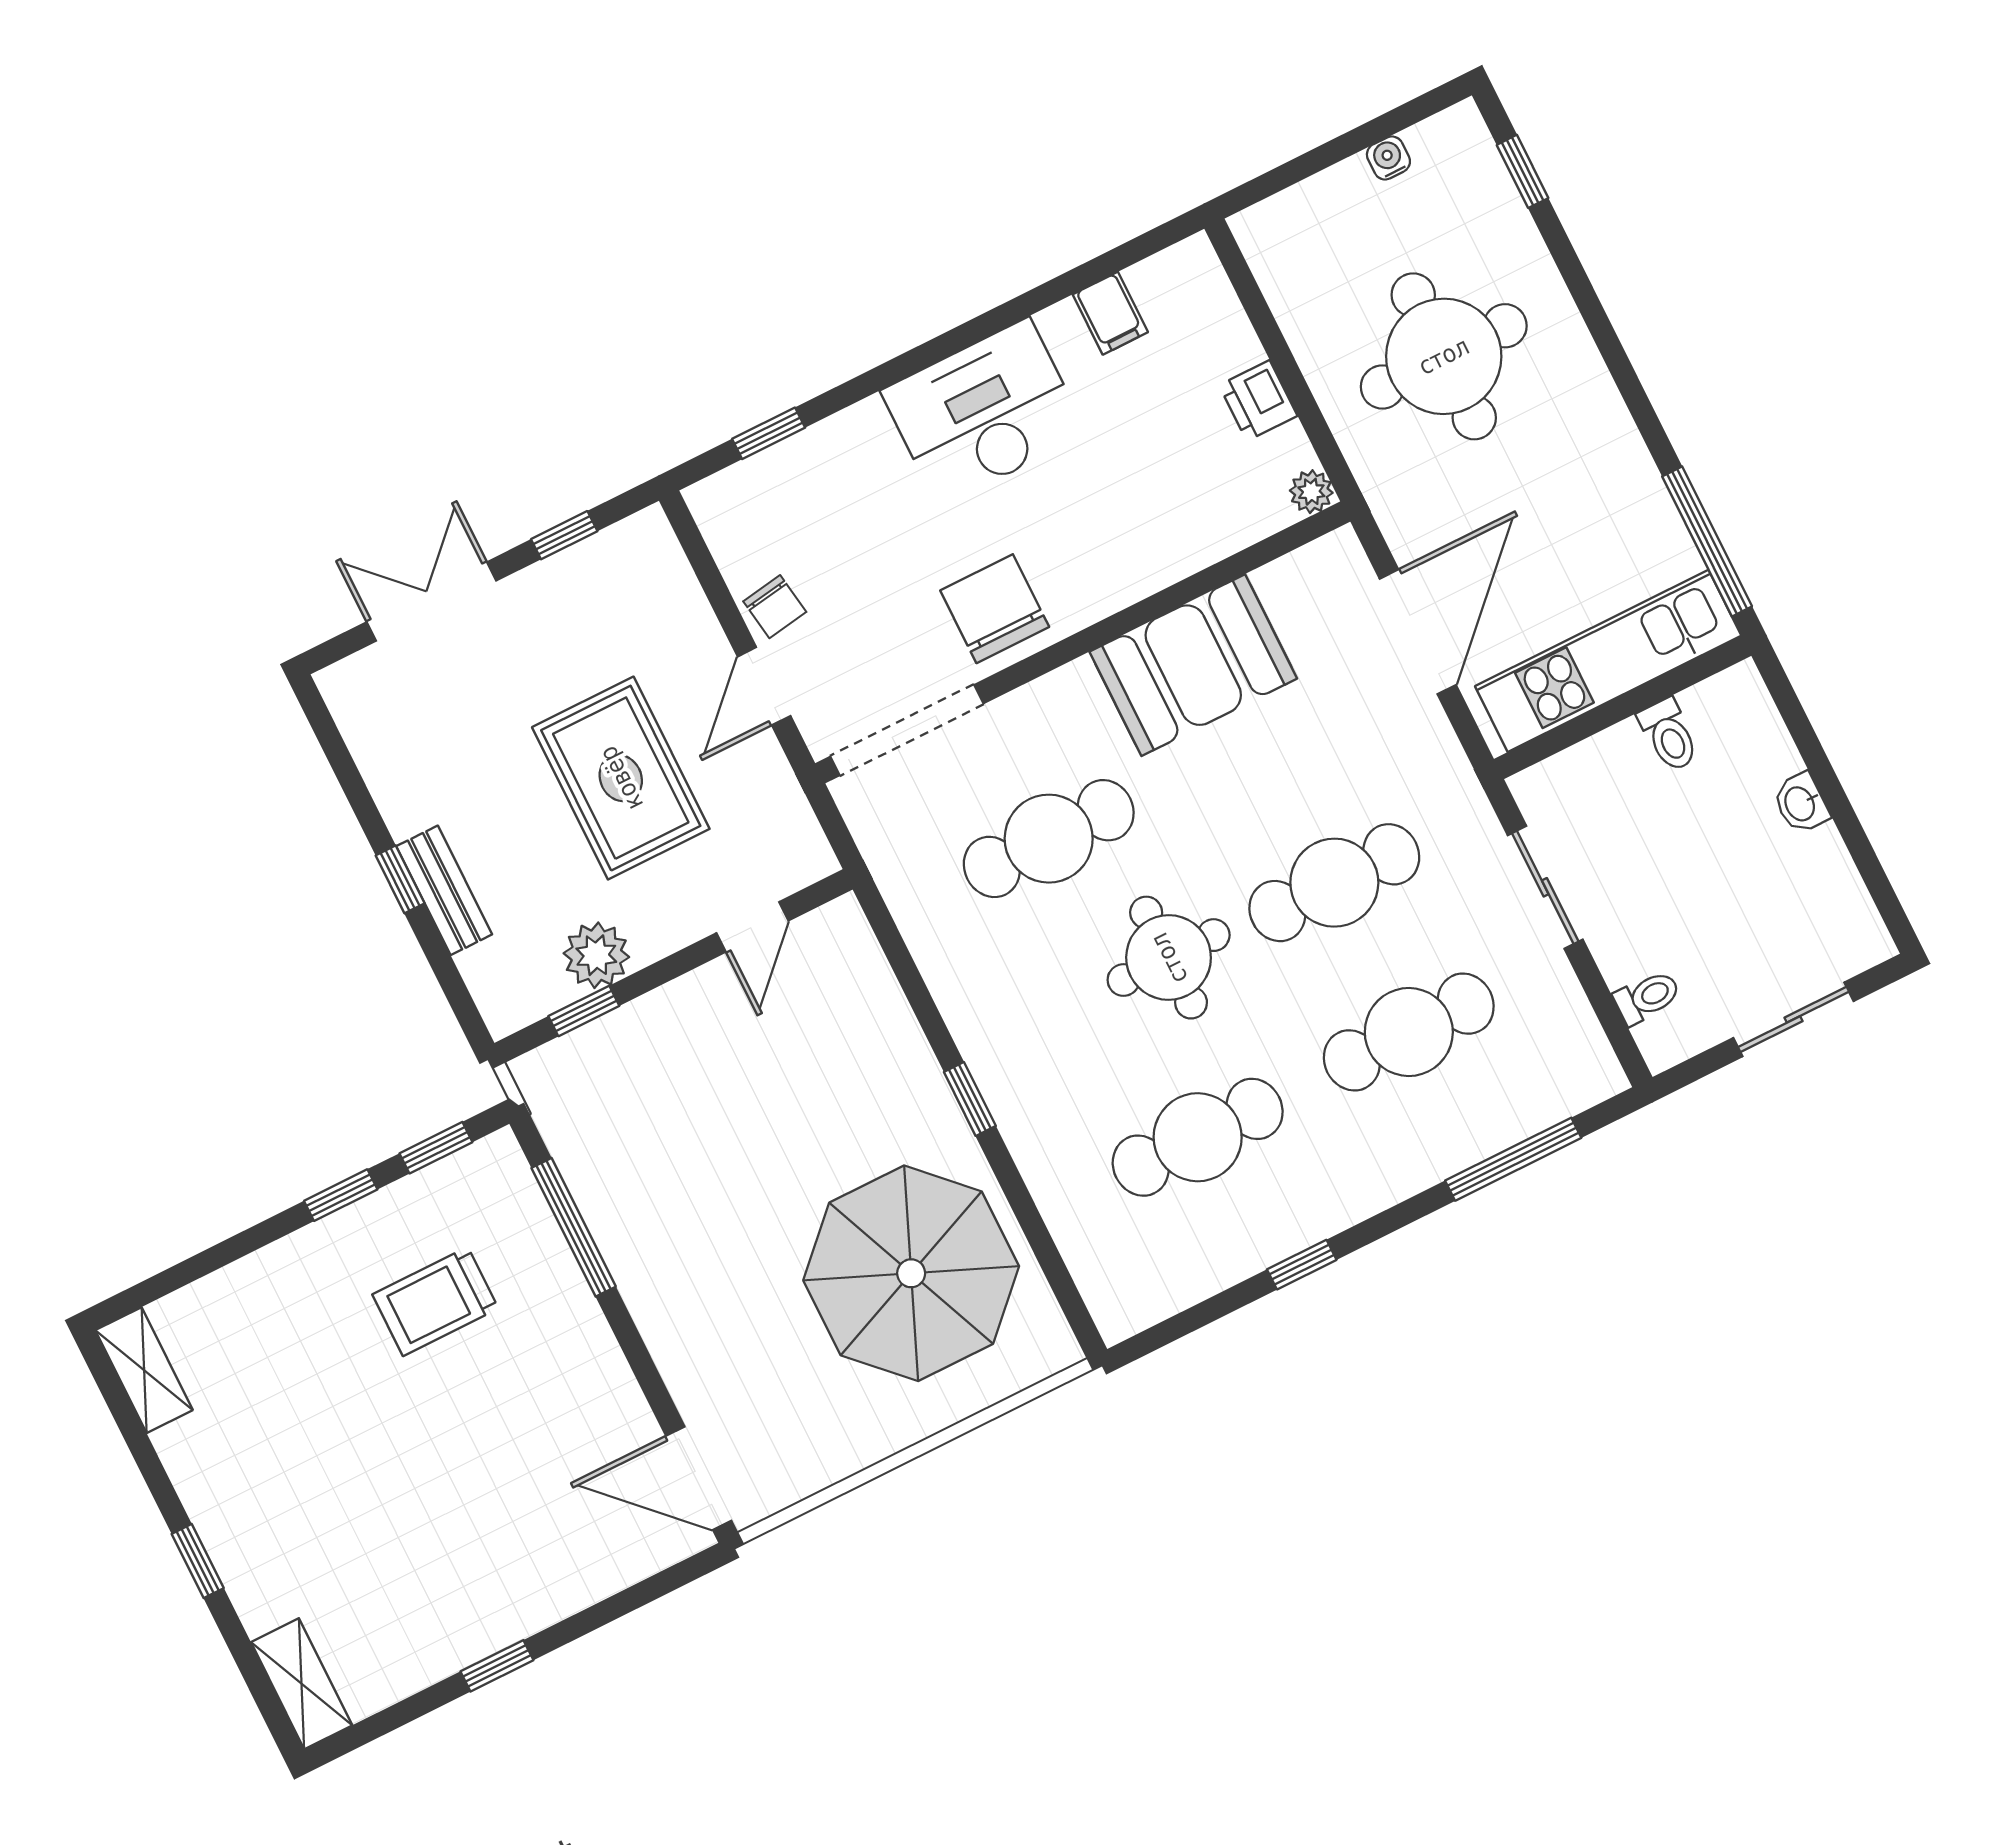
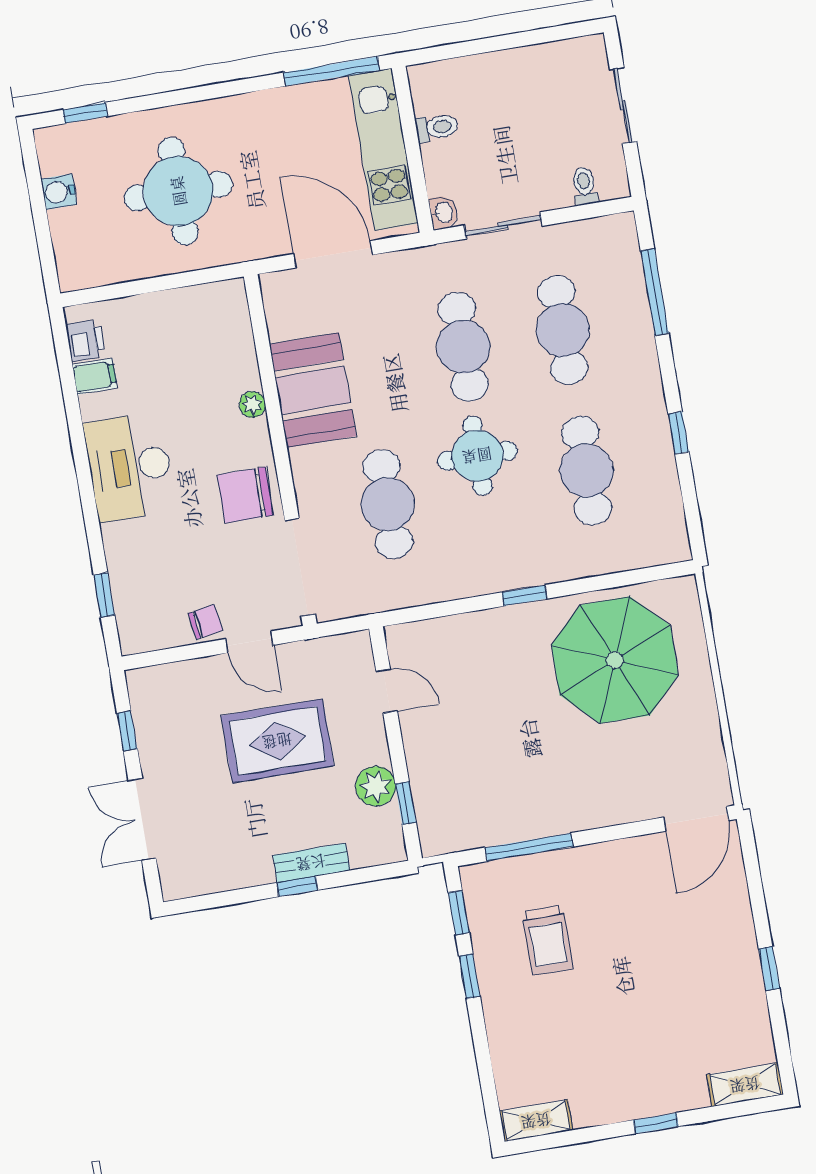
water cooler: (1388, 158) -> (59, 192), width x1.38, depth x1.38
printer: (1258, 401) -> (85, 340), moved, turned -90
plant: (1311, 492) -> (252, 404), moved
washbasin: (1801, 803) -> (443, 212), moved, turned -90

